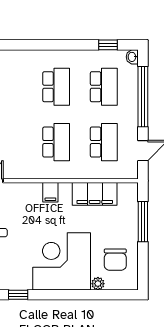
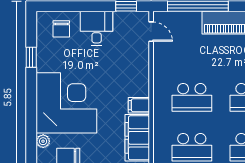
filing cabinet: (50, 192) -> (139, 105), moved

